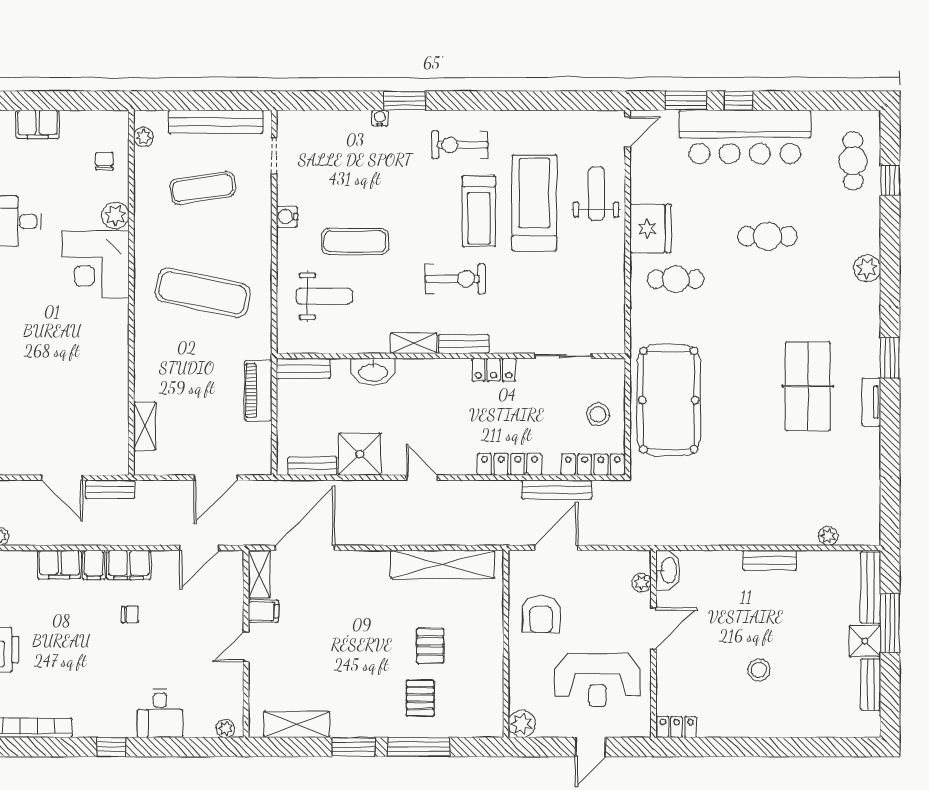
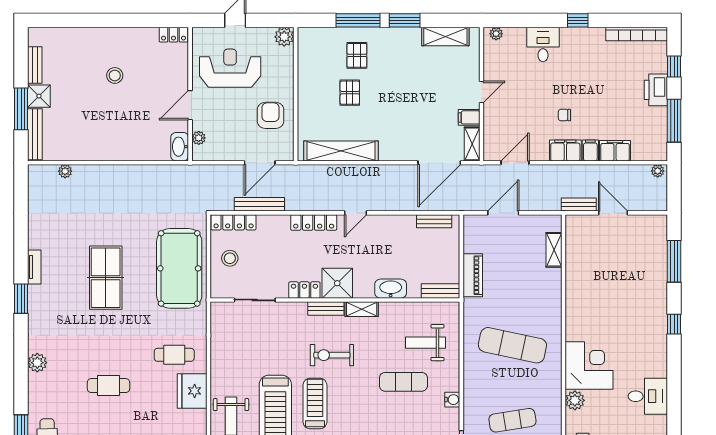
table tennis table: (808, 386) -> (106, 278), moved
shower: (360, 454) -> (337, 283), moved
locker: (509, 464) -> (314, 222), moved
door: (422, 478) -> (356, 213), hinge flipped
bench: (770, 560) -> (107, 154), removed

